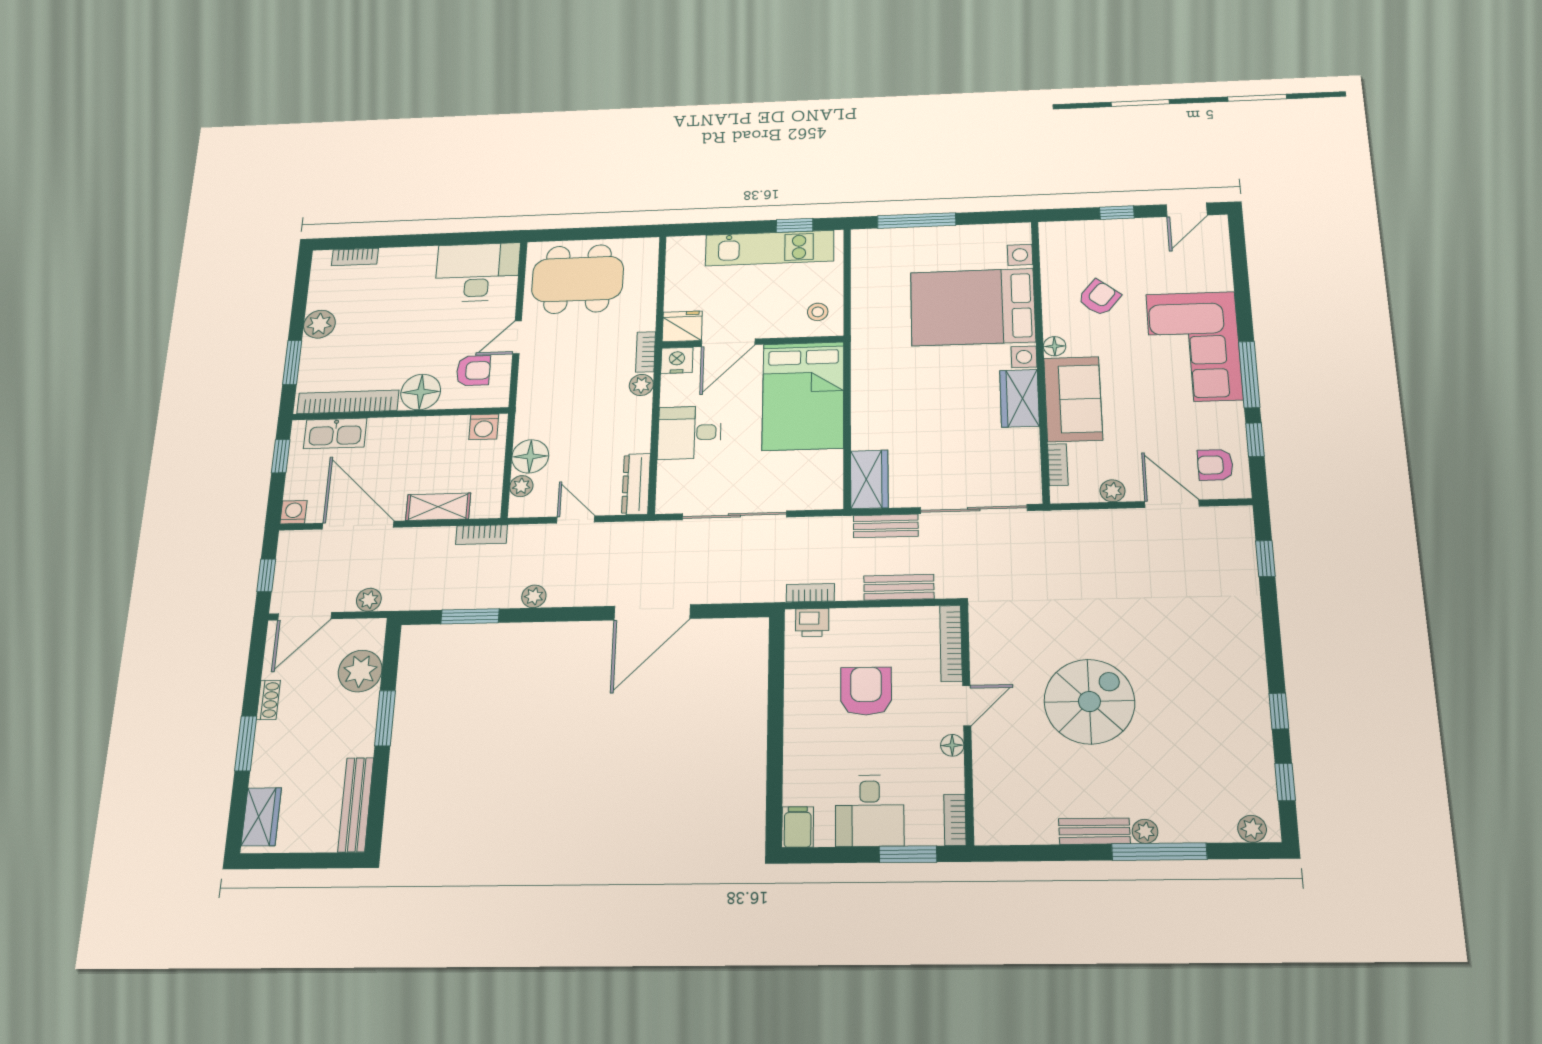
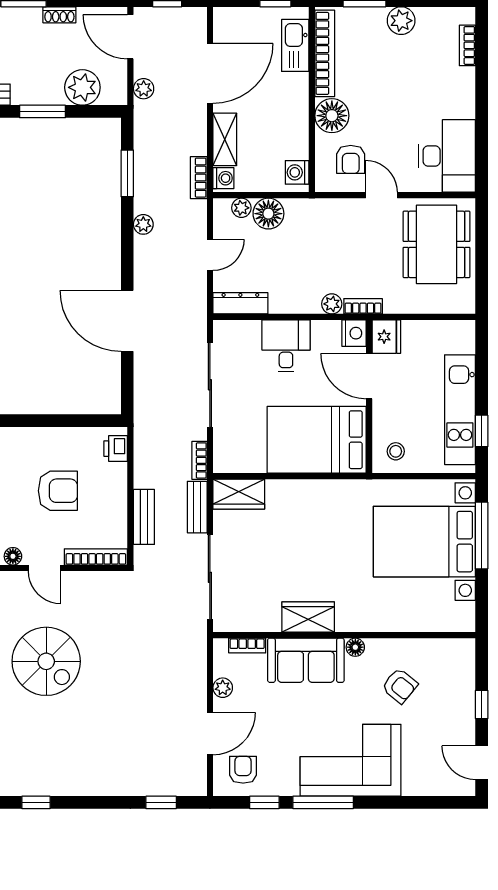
bed with nightstands: (973, 307) -> (424, 542), moved, turned -90
washing machine: (293, 512) -> (223, 178), moved
bookcase: (810, 593) -> (199, 460), moved, turned 180

